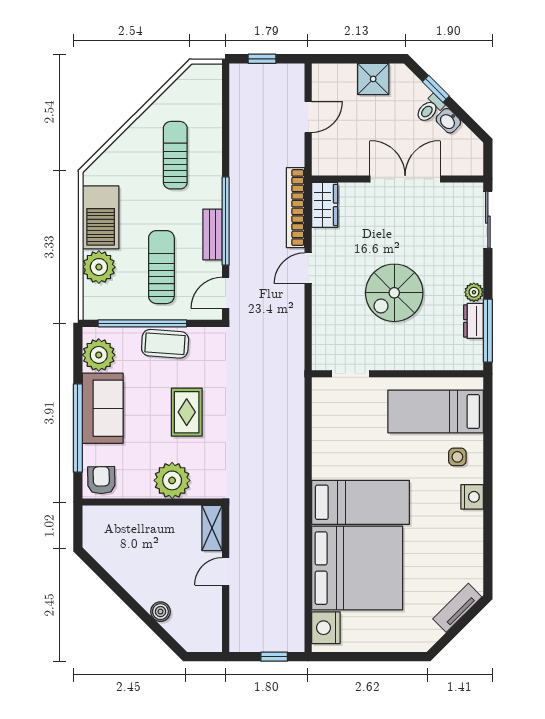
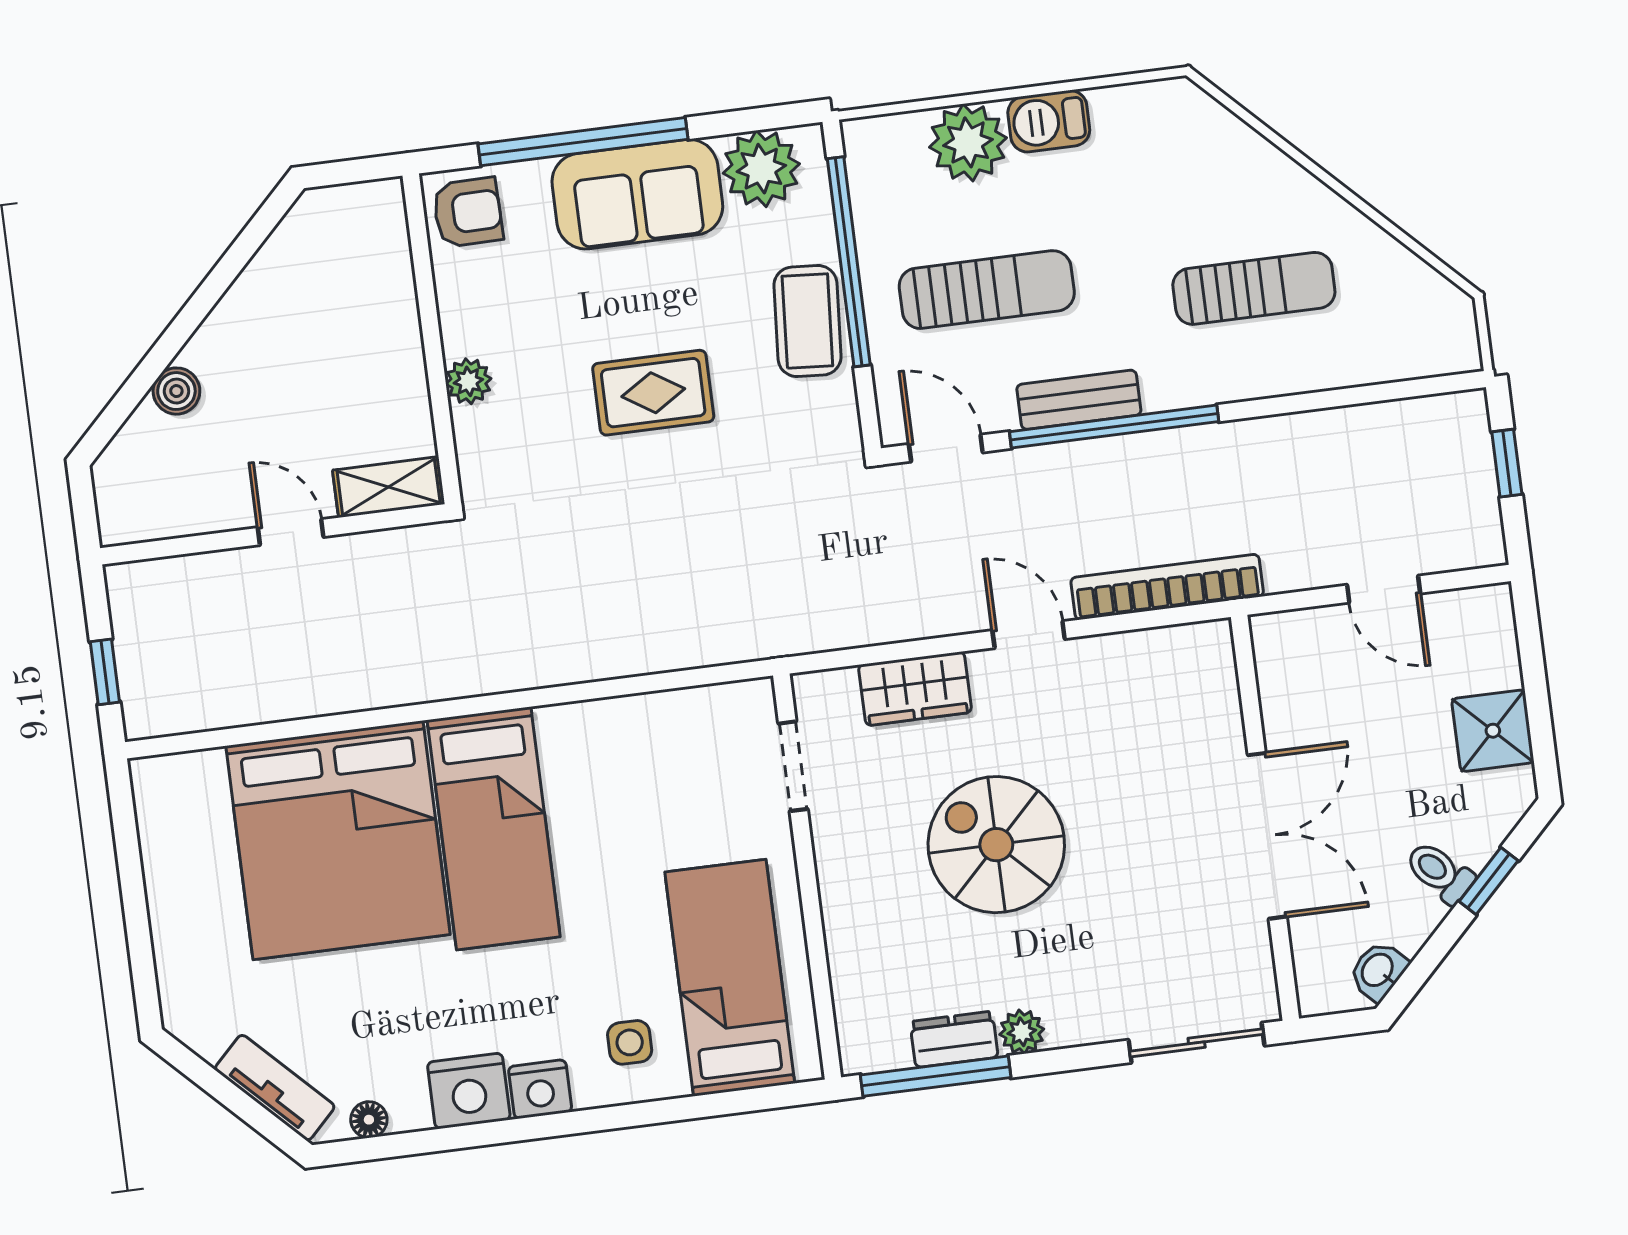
washbasin: (448, 121) -> (1378, 971), moved
wardrobe: (325, 205) -> (915, 689), moved
barbecue: (101, 217) -> (1049, 121), width x0.53, depth x0.65
plant: (172, 480) -> (468, 381), width x0.53, depth x0.53
floor lamp: (476, 570) -> (369, 1120), added
nightstand: (326, 628) -> (469, 1091), moved, turned 180

